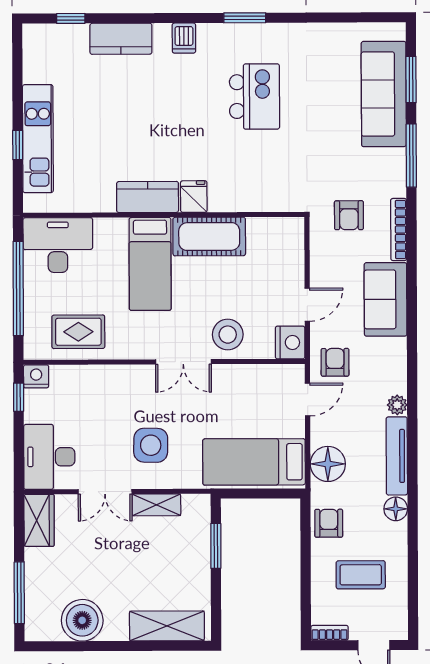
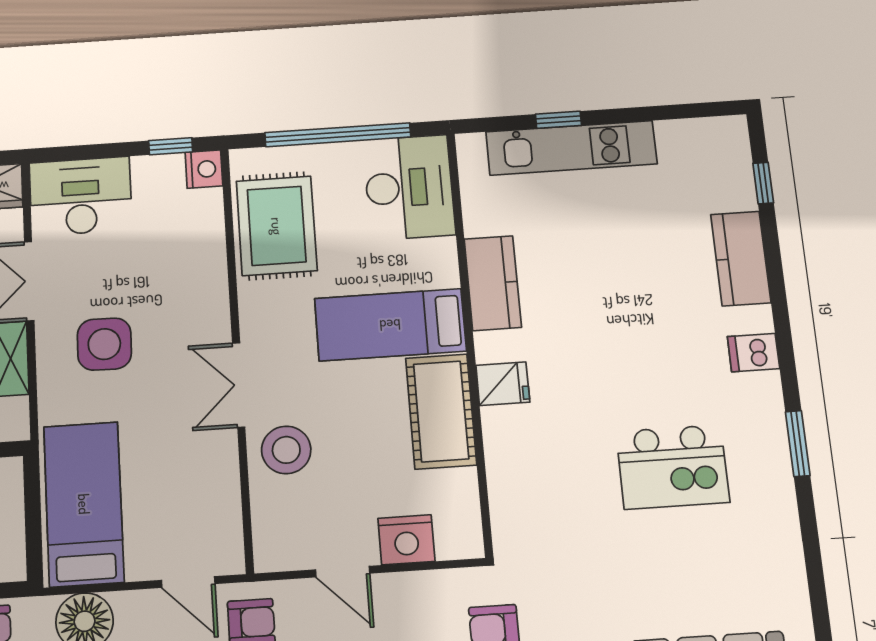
kitchen counter: (148, 197) -> (493, 283), moved
rug: (78, 332) -> (277, 226), width x1.36, depth x1.43
nightstand: (290, 343) -> (406, 540), moved

